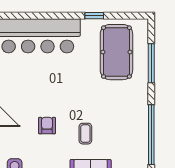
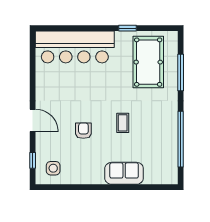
coffee table: (85, 134) -> (123, 123), moved

